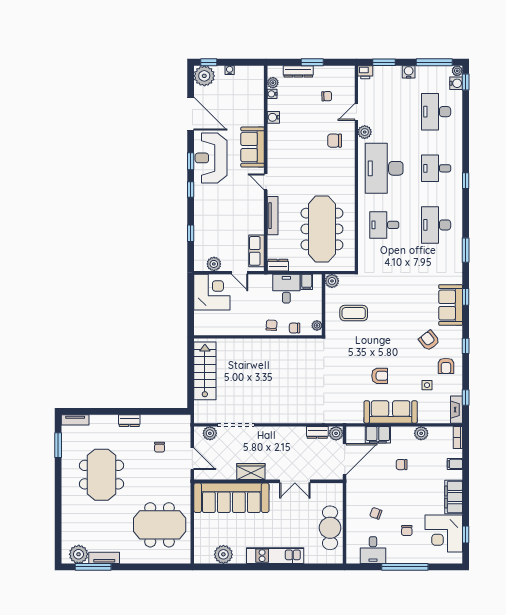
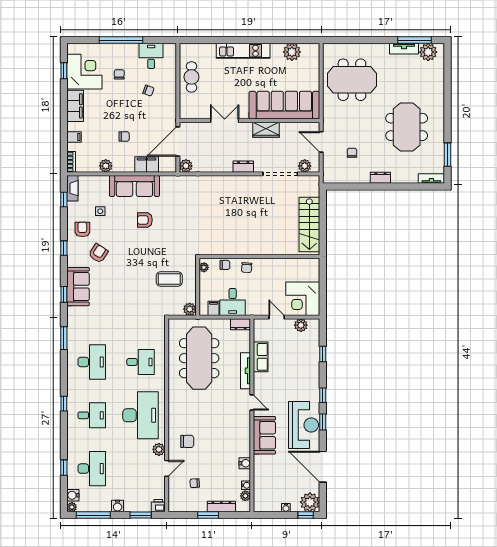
window: (466, 82) -> (64, 468), moved
row of seats: (257, 251) -> (261, 357), moved
armchair: (429, 340) -> (98, 253), turned -109
dresser: (317, 432) -> (243, 167), moved
cafe table: (330, 528) -> (191, 77), width x0.73, depth x0.74

